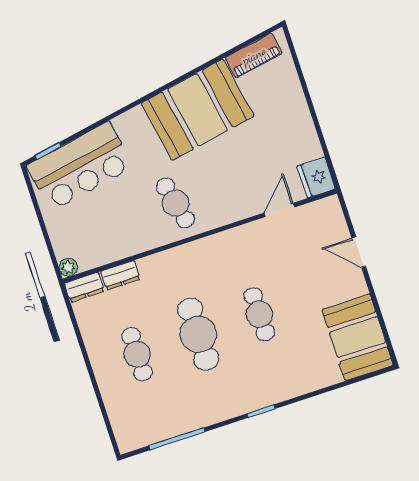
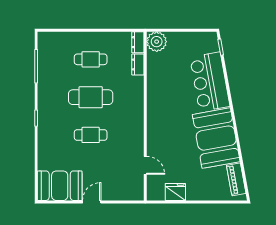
bar counter: (80, 166) -> (210, 82), moved
fridge: (316, 177) -> (175, 192), moved
cafe table: (175, 203) -> (168, 109), removed
door: (359, 252) -> (92, 202), moved
plant: (68, 267) -> (157, 42), width x1.88, depth x1.88

